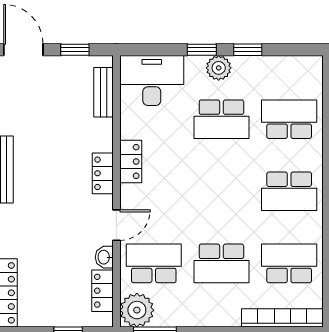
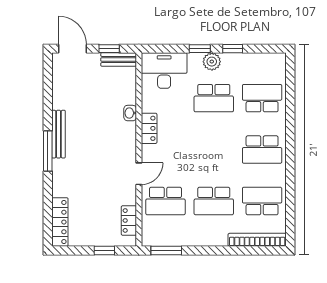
bench: (104, 92) -> (119, 59), moved, turned 90
locker: (103, 173) -> (129, 137), removed
washbasin: (104, 257) -> (130, 113), moved
school desk: (154, 263) -> (165, 201), turned 180
plant: (137, 310) -> (153, 234), removed

